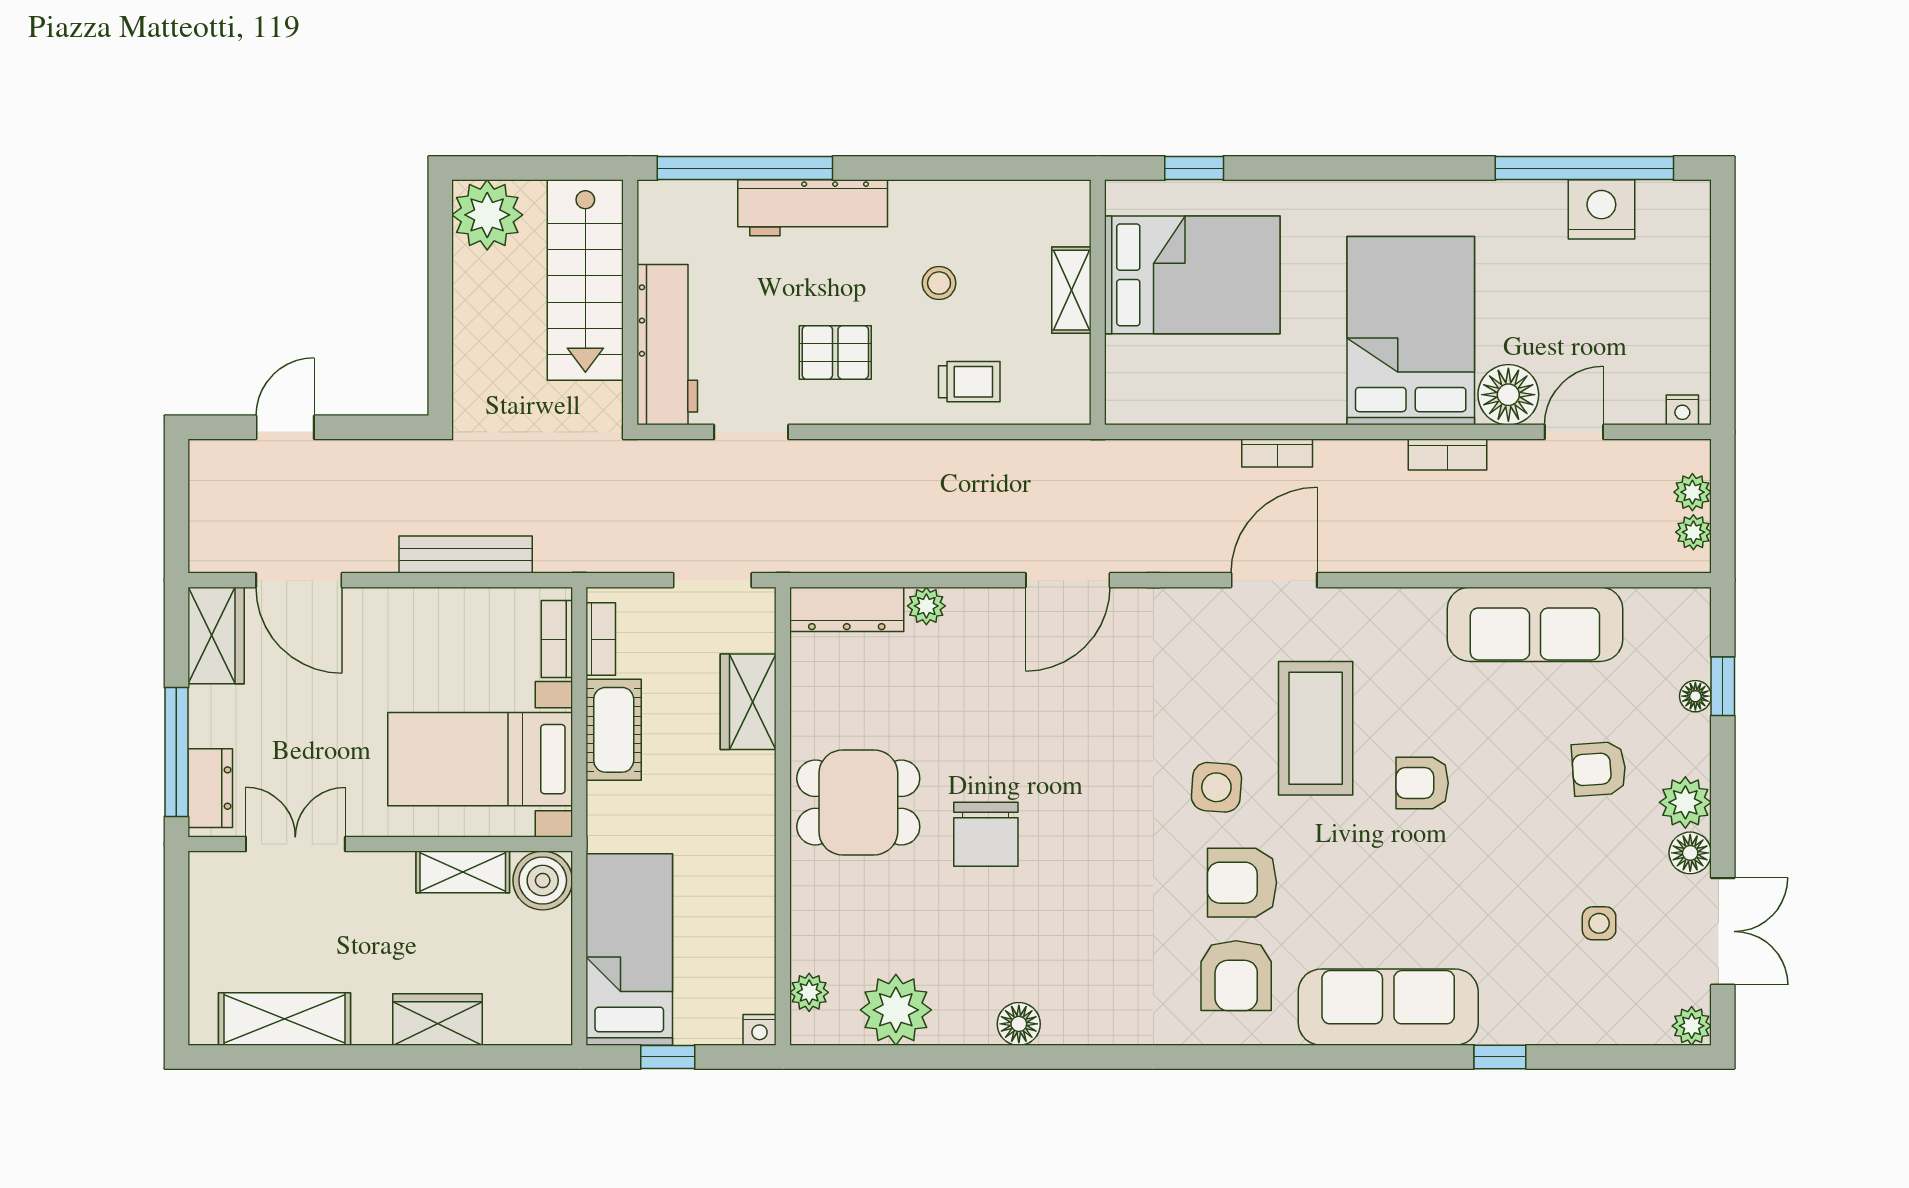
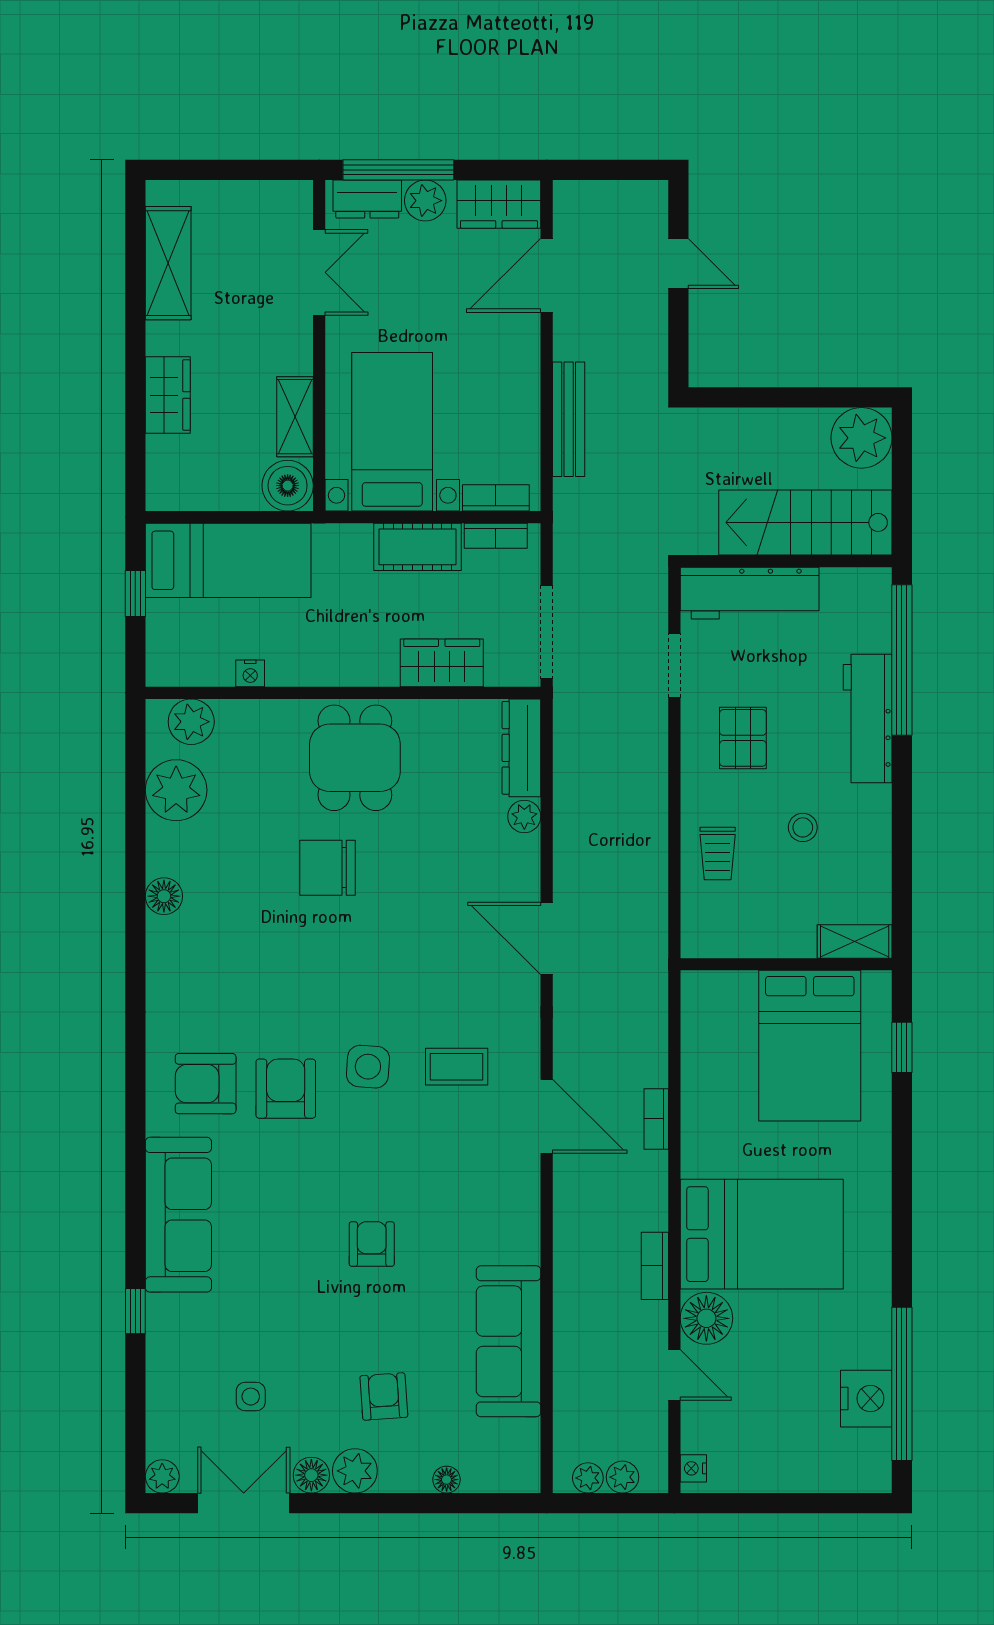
shelving: (1071, 290) -> (855, 942), moved
doorway: (712, 580) -> (547, 632), width x1.38
window: (1723, 686) -> (455, 1503), removed
plant: (212, 721) -> (425, 201), added
coffee table: (1316, 728) -> (457, 1067), moved, width x0.54, depth x0.58
double door: (1723, 931) -> (244, 1503), swing flipped
plant: (809, 992) -> (191, 722), width x1.38, depth x1.38
nightstand: (759, 1030) -> (250, 673), moved, turned -90

